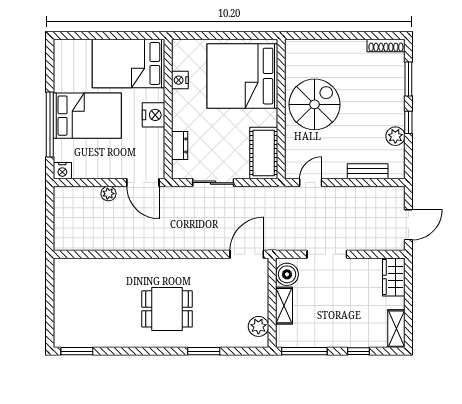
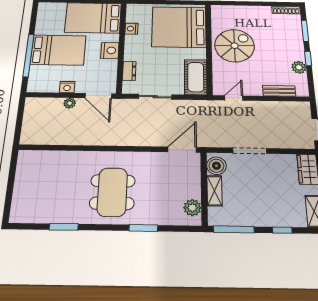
nightstand: (62, 171) -> (67, 87), moved
dining table: (167, 309) -> (112, 192), width x1.38
window: (77, 351) -> (64, 227), moved

